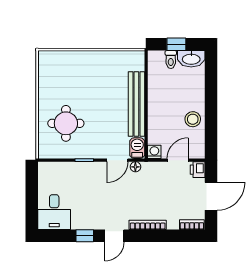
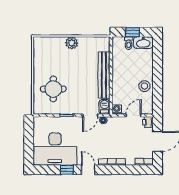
plant: (91, 59) -> (72, 43), added
desk: (54, 212) -> (55, 149), width x1.87, depth x1.30
door: (114, 236) -> (88, 170), swing flipped

